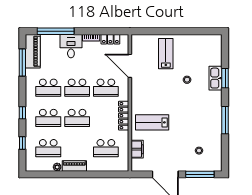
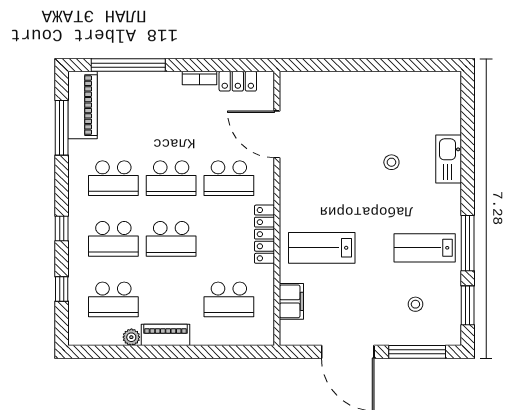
desk: (71, 46) -> (159, 95), removed
lab bench: (166, 54) -> (425, 248), moved, turned -90
window: (225, 78) -> (468, 305), moved

